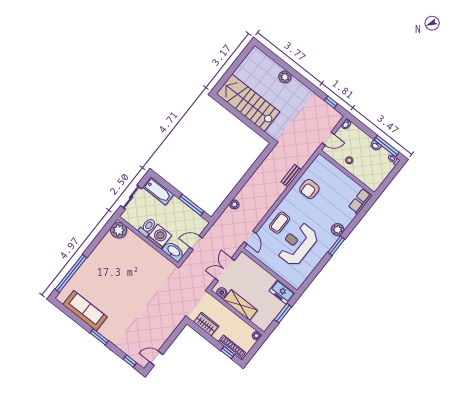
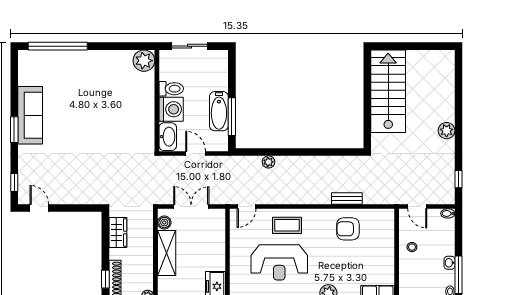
plant: (285, 77) -> (447, 131), moved
bathtub: (158, 191) -> (219, 111), moved
reception desk: (297, 244) -> (279, 262), turned 180
sofa: (85, 311) -> (30, 115), moved

